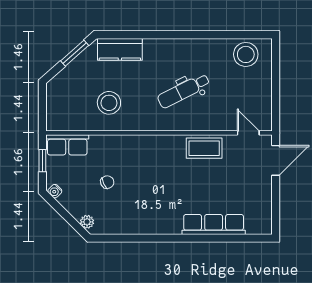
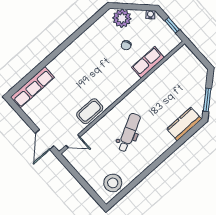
stool: (109, 103) -> (164, 89), removed
row of seats: (67, 145) -> (148, 62), moved
plant: (87, 222) -> (122, 18), width x1.88, depth x1.88
row of seats: (214, 225) -> (32, 87), moved

